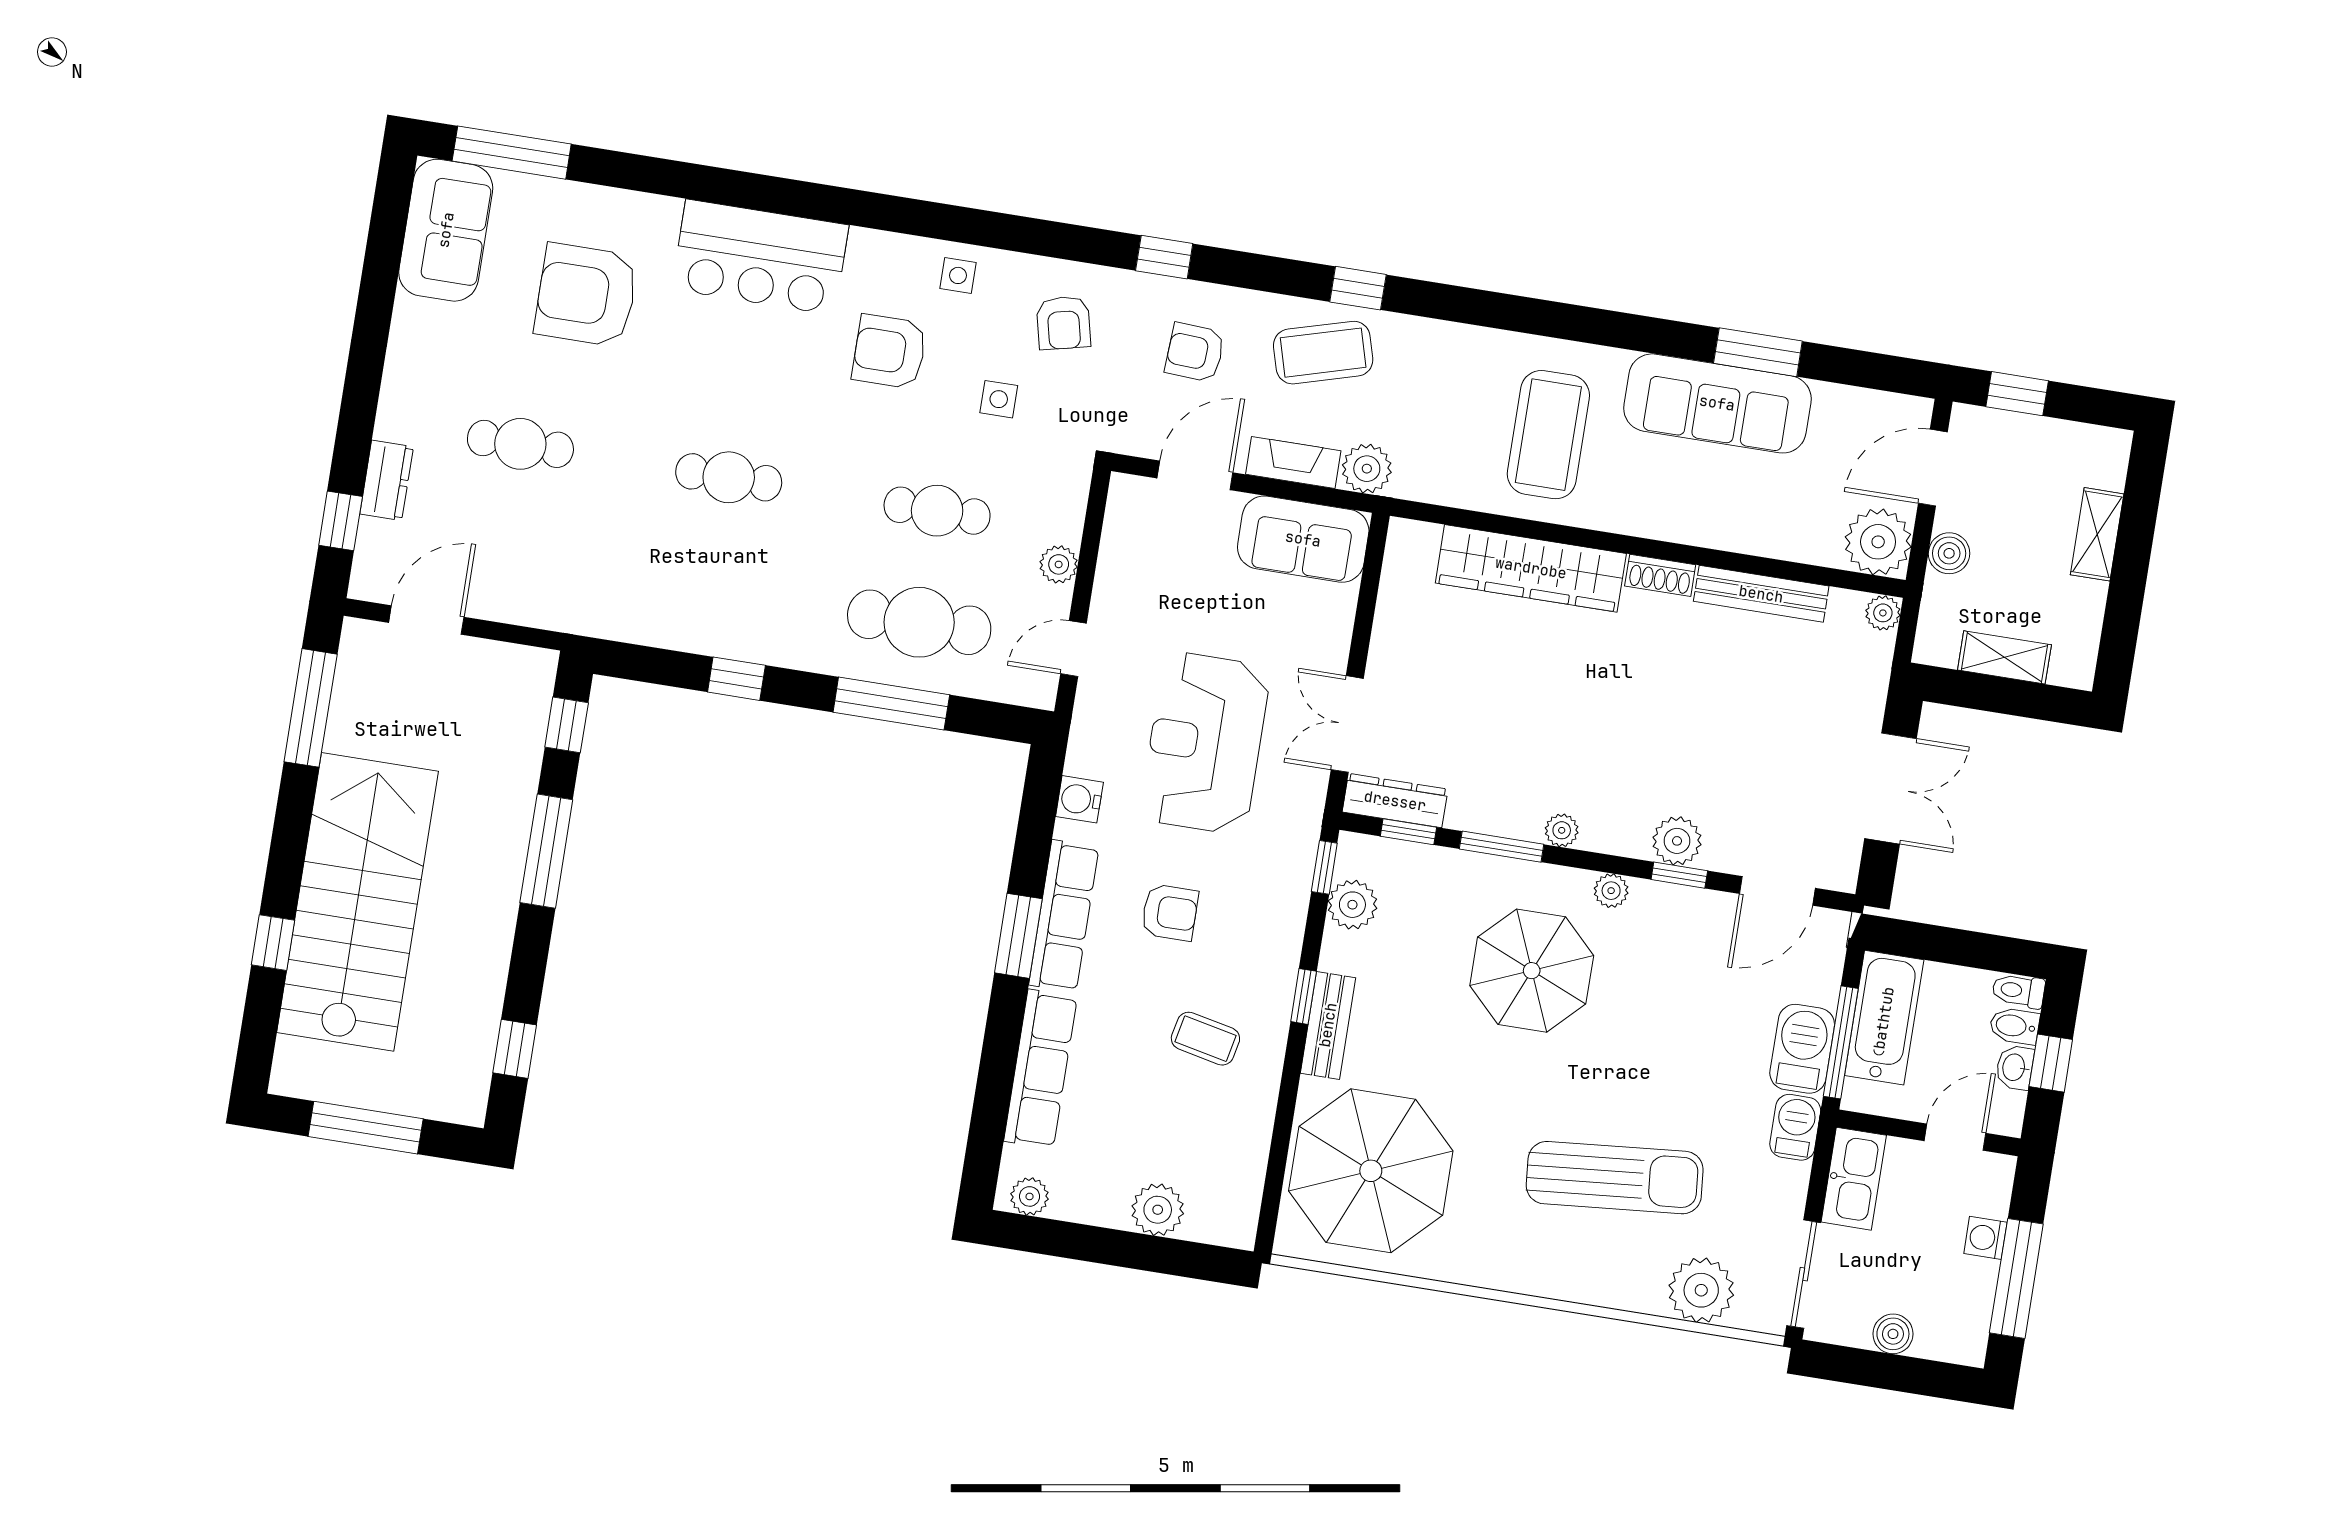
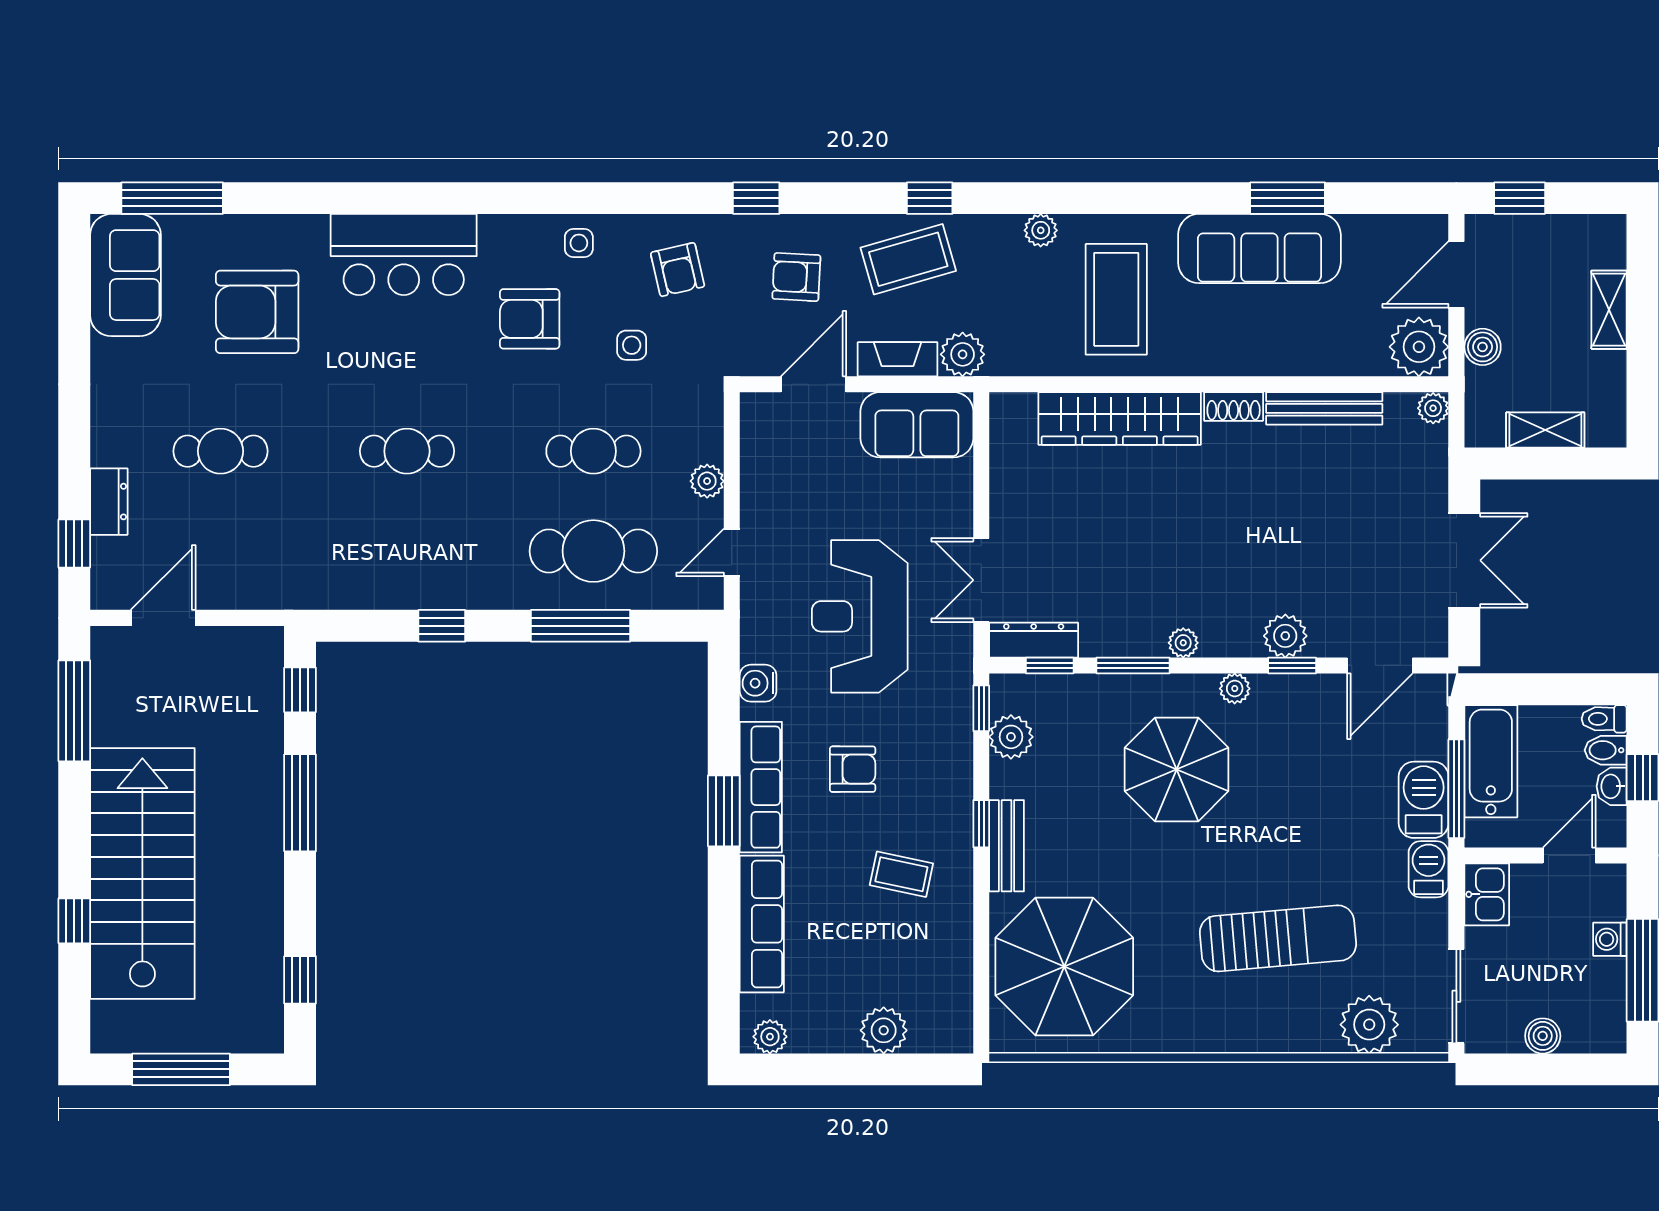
plant: (1476, 344) -> (1041, 230), added
kitchen sink: (1854, 1179) -> (1487, 894), width x0.73

